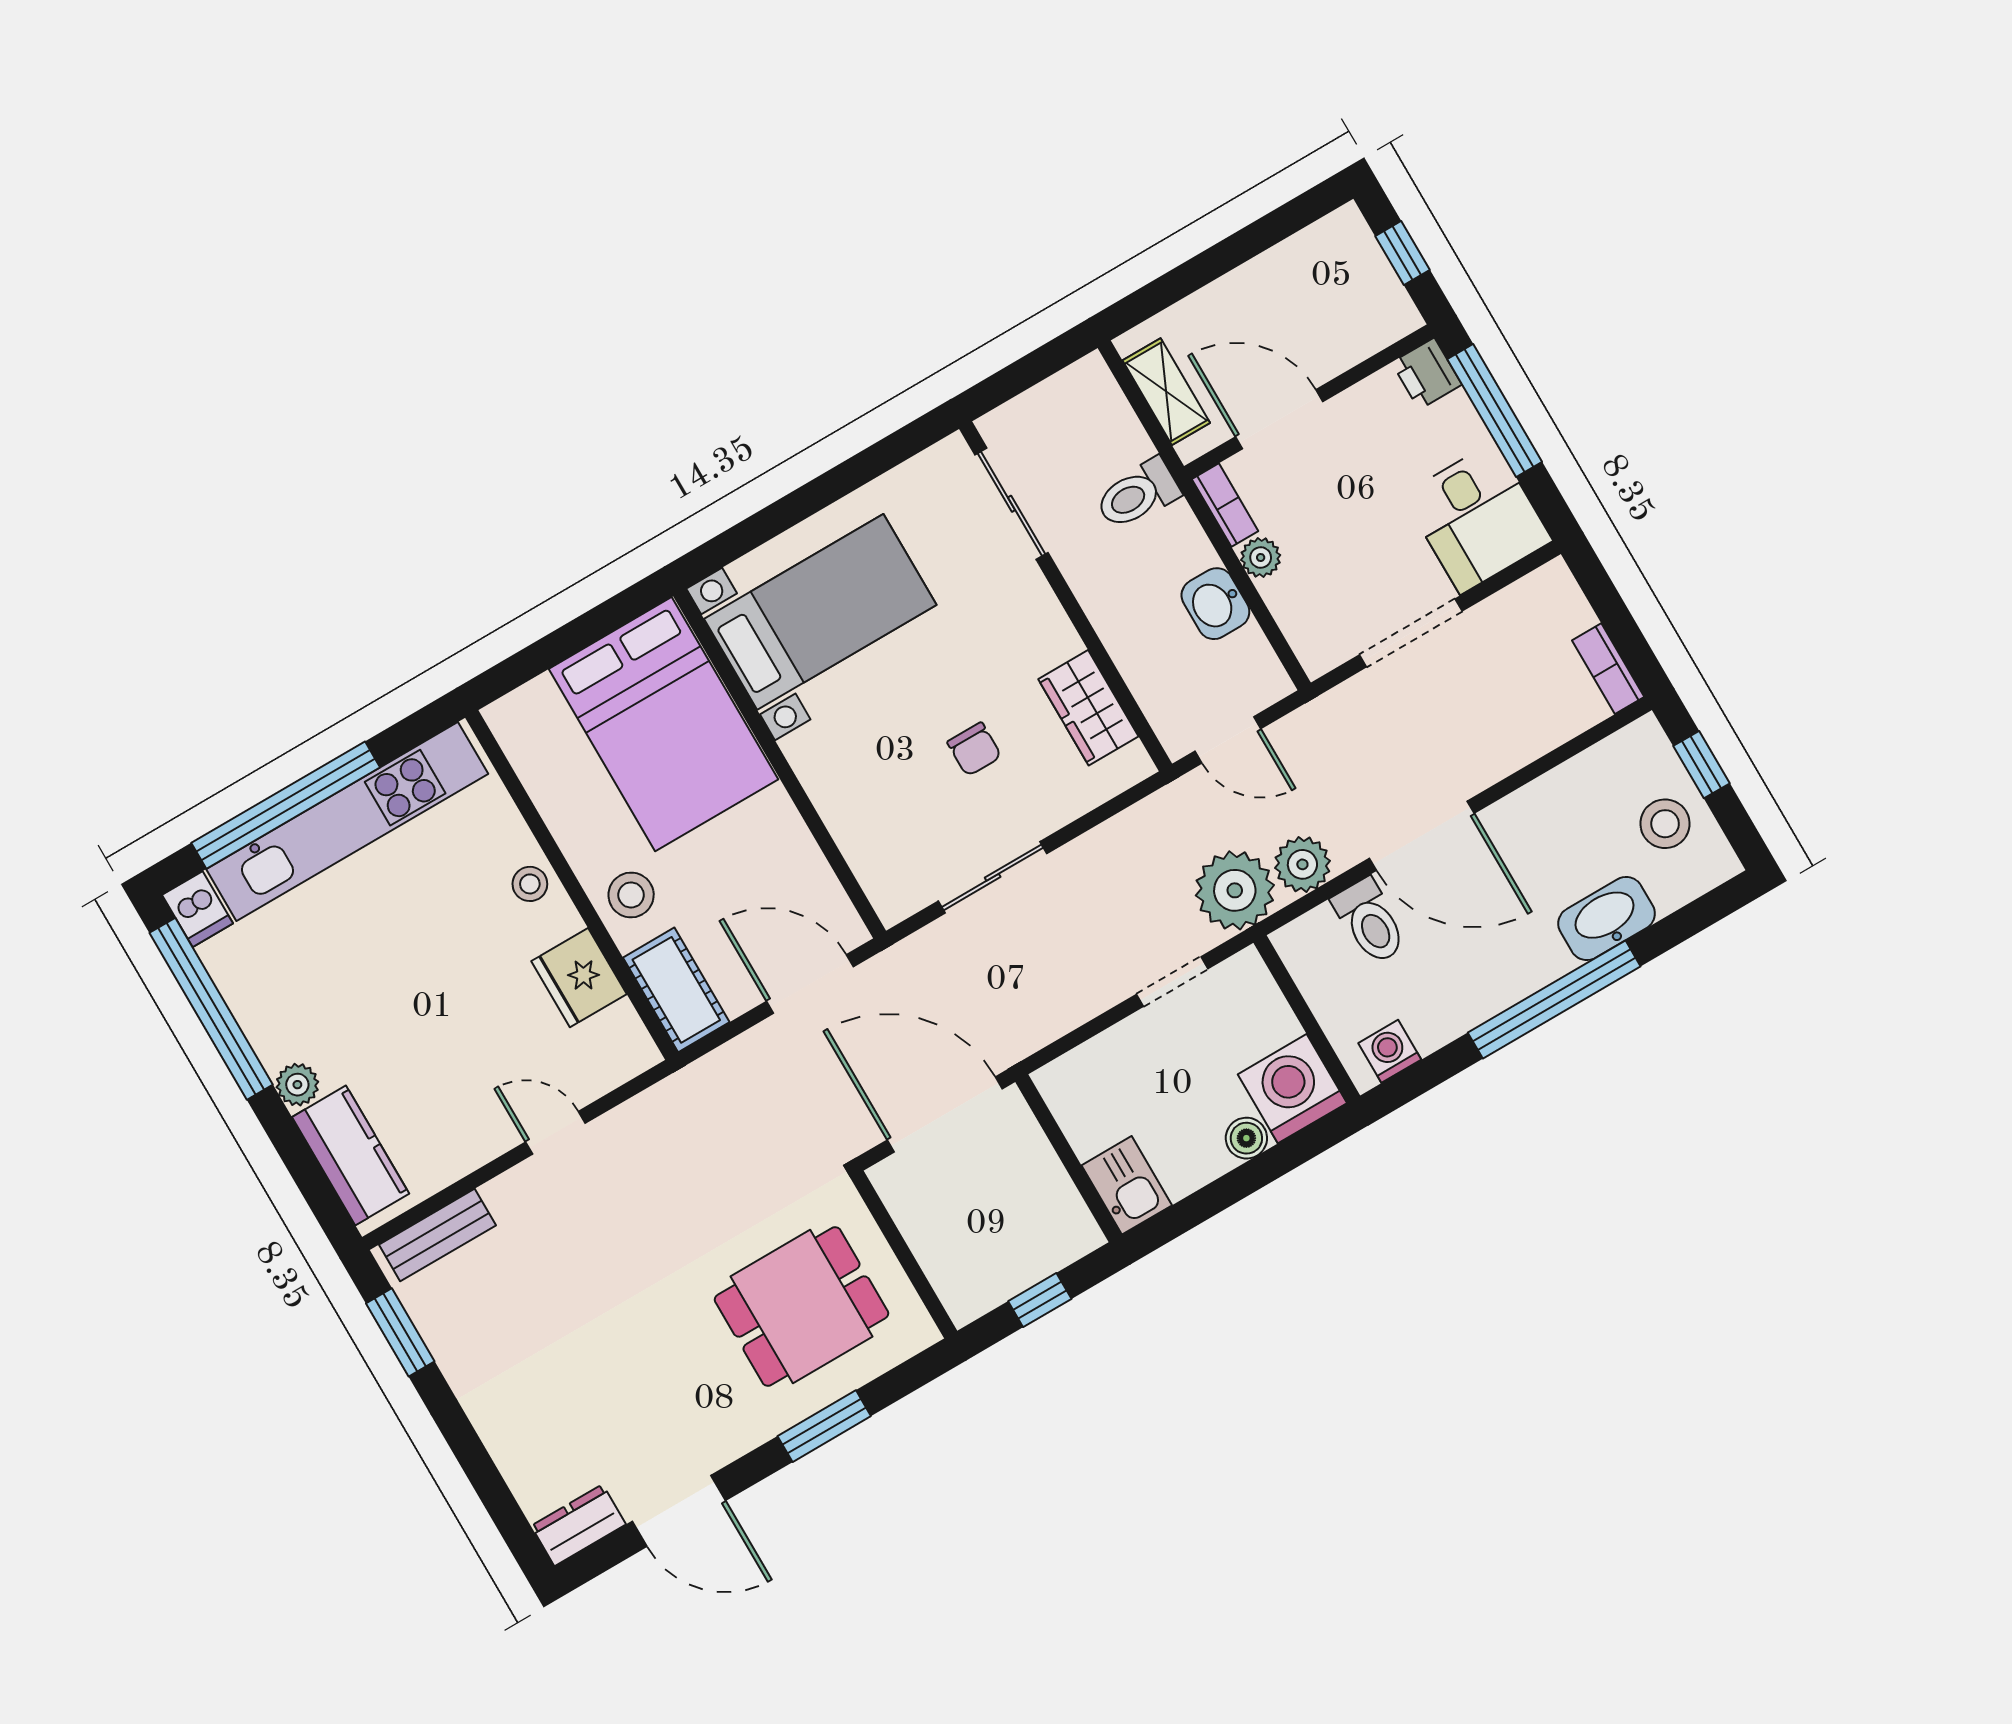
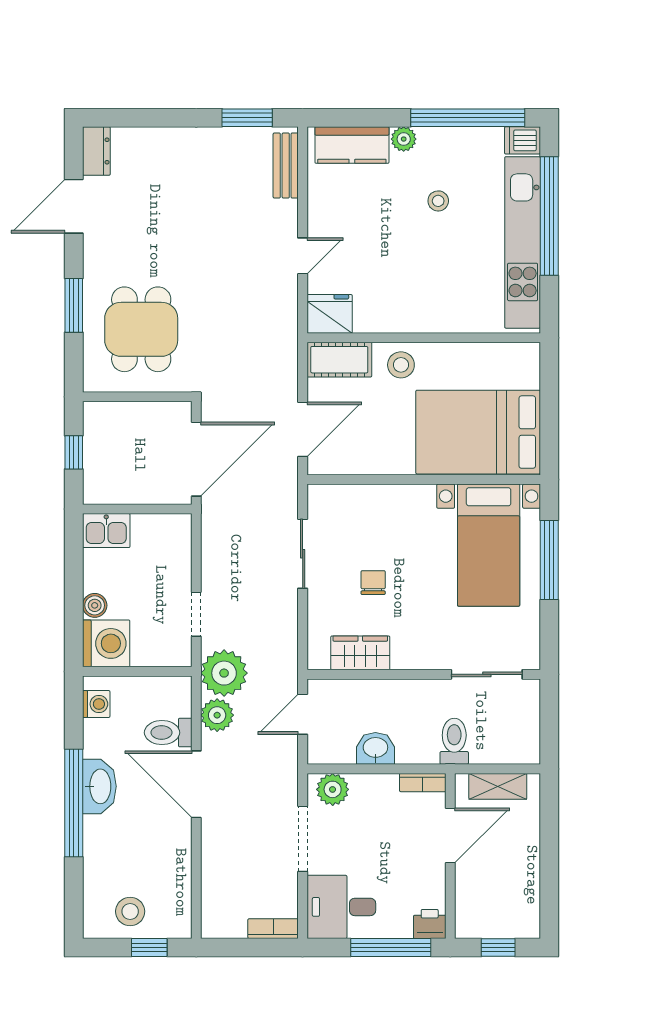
window: (790, 510) -> (549, 560), added
plant: (1261, 557) -> (333, 789), moved, width x1.38, depth x1.38
bookcase: (1608, 669) -> (273, 929), moved
chair: (974, 749) -> (373, 583), turned 90
door: (1422, 836) -> (196, 784), hinge flipped
stool: (530, 884) -> (438, 201), moved
washbasin: (1607, 919) -> (99, 786), moved
fridge: (579, 978) -> (330, 314), moved

